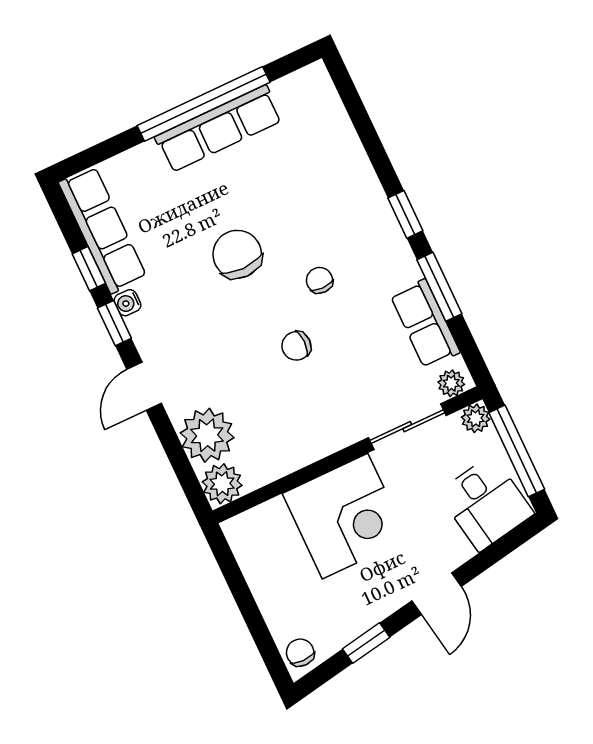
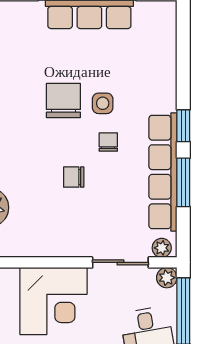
side table: (289, 234) -> (103, 103), added
row of seats: (425, 324) -> (163, 172), width x2.02

